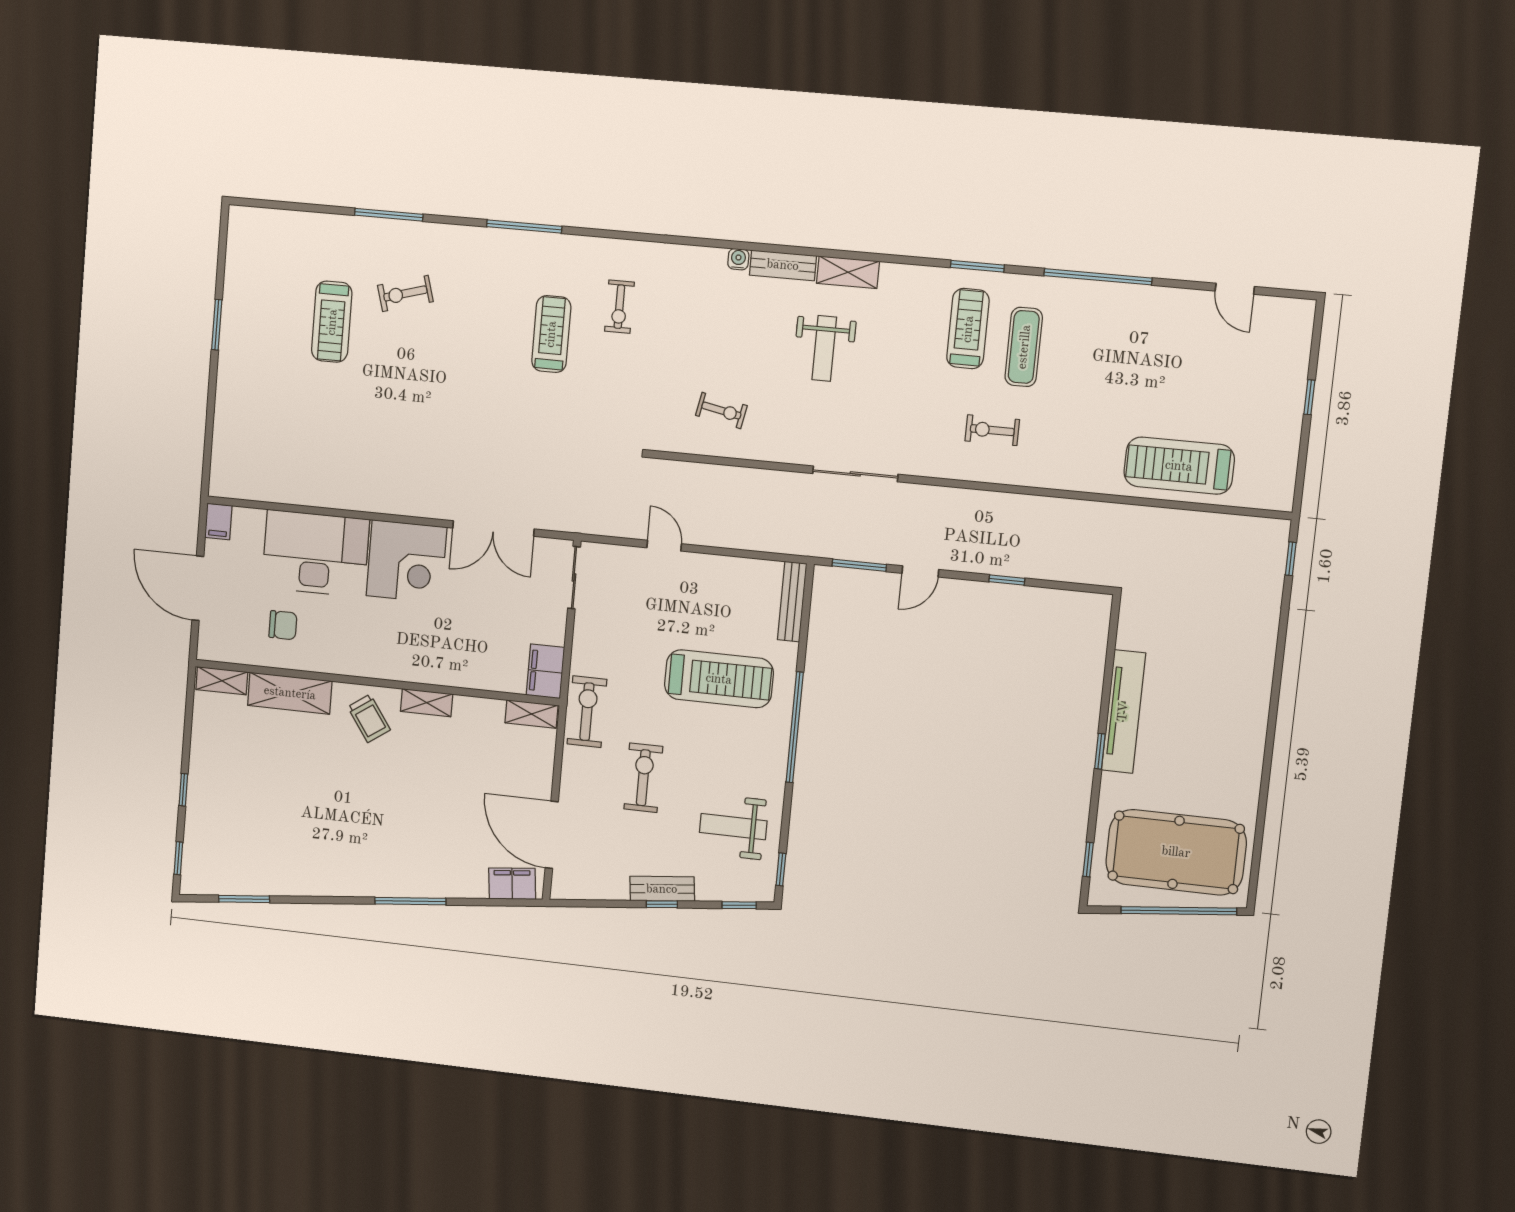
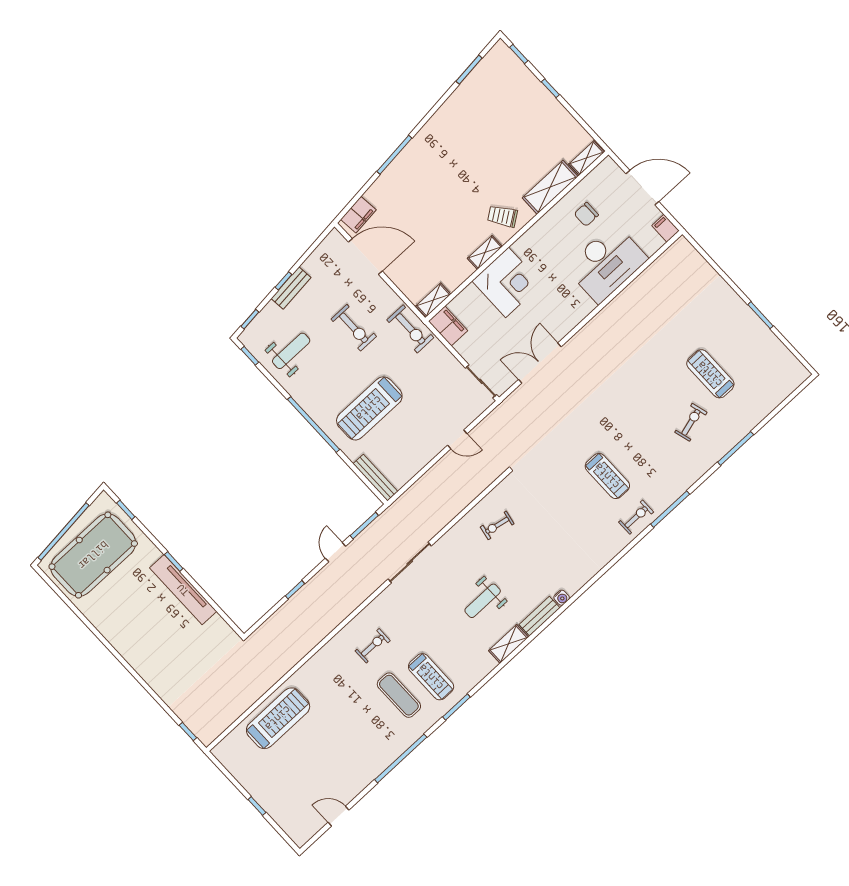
exercise bike: (619, 307) -> (636, 517), moved, turned 90
weight bench: (824, 348) -> (483, 601), turned -90
corner desk: (406, 562) -> (507, 282), moved, turned 180

